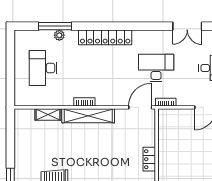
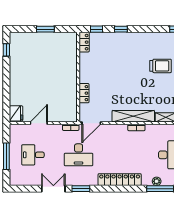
window: (153, 26) -> (81, 189), added
locker: (149, 159) -> (84, 93), moved

